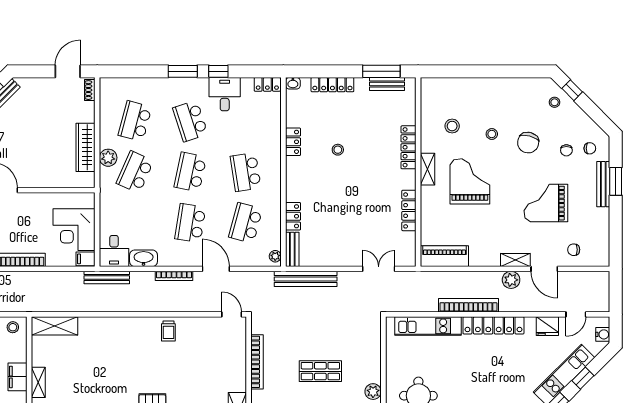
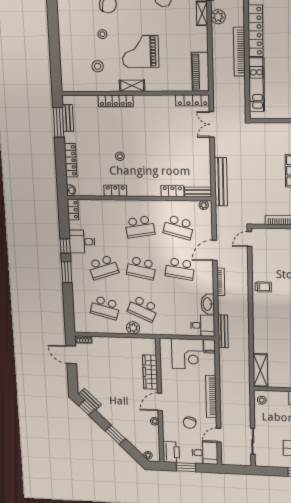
wardrobe: (86, 147) -> (150, 372), moved, turned 90
locker: (409, 210) -> (192, 100), moved

